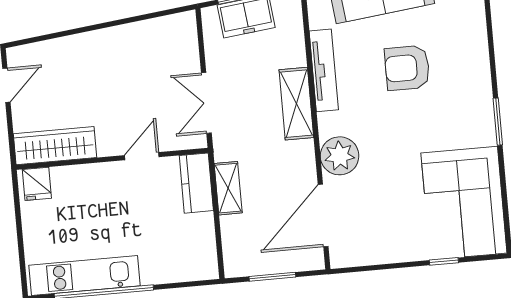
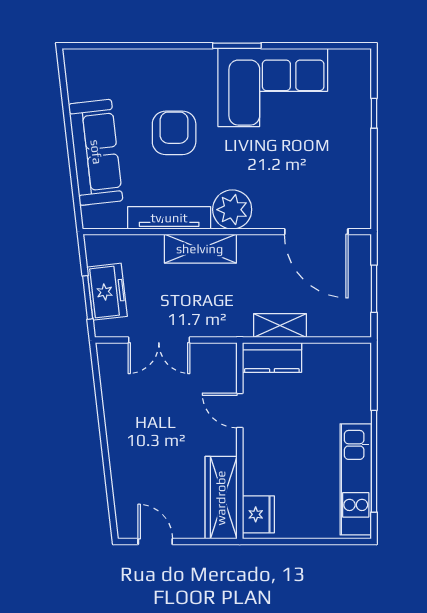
armchair: (407, 68) -> (174, 133), turned 180
double door: (206, 103) -> (159, 340), moved
plant: (340, 156) -> (232, 210), moved
fridge: (37, 184) -> (258, 514), width x1.38
corner sofa: (464, 203) -> (273, 87), moved

